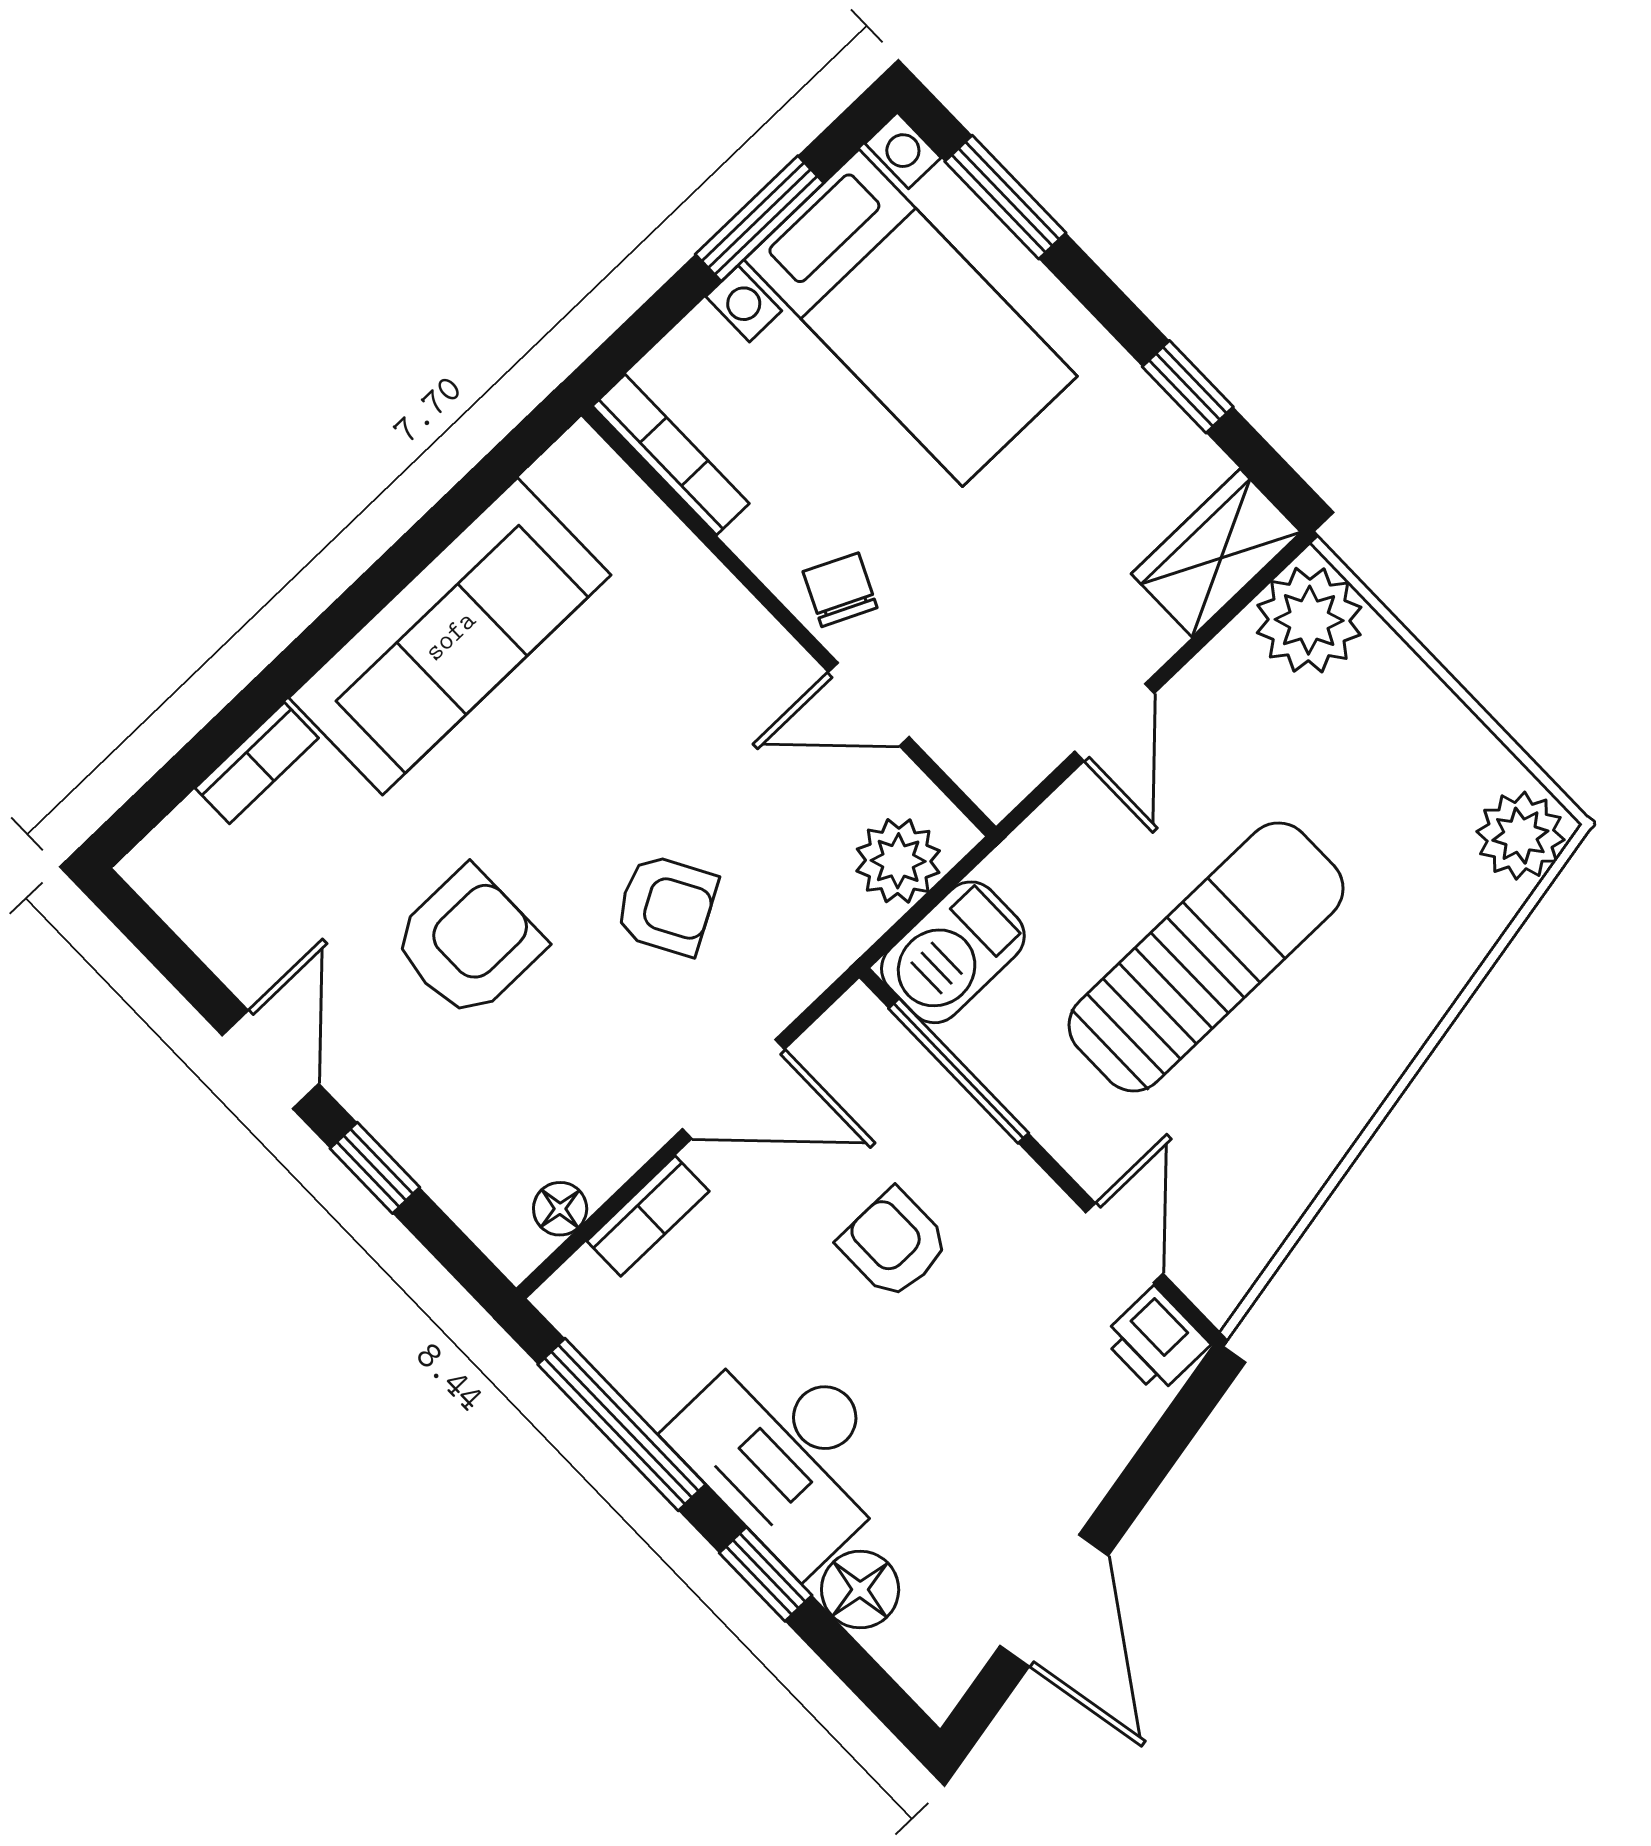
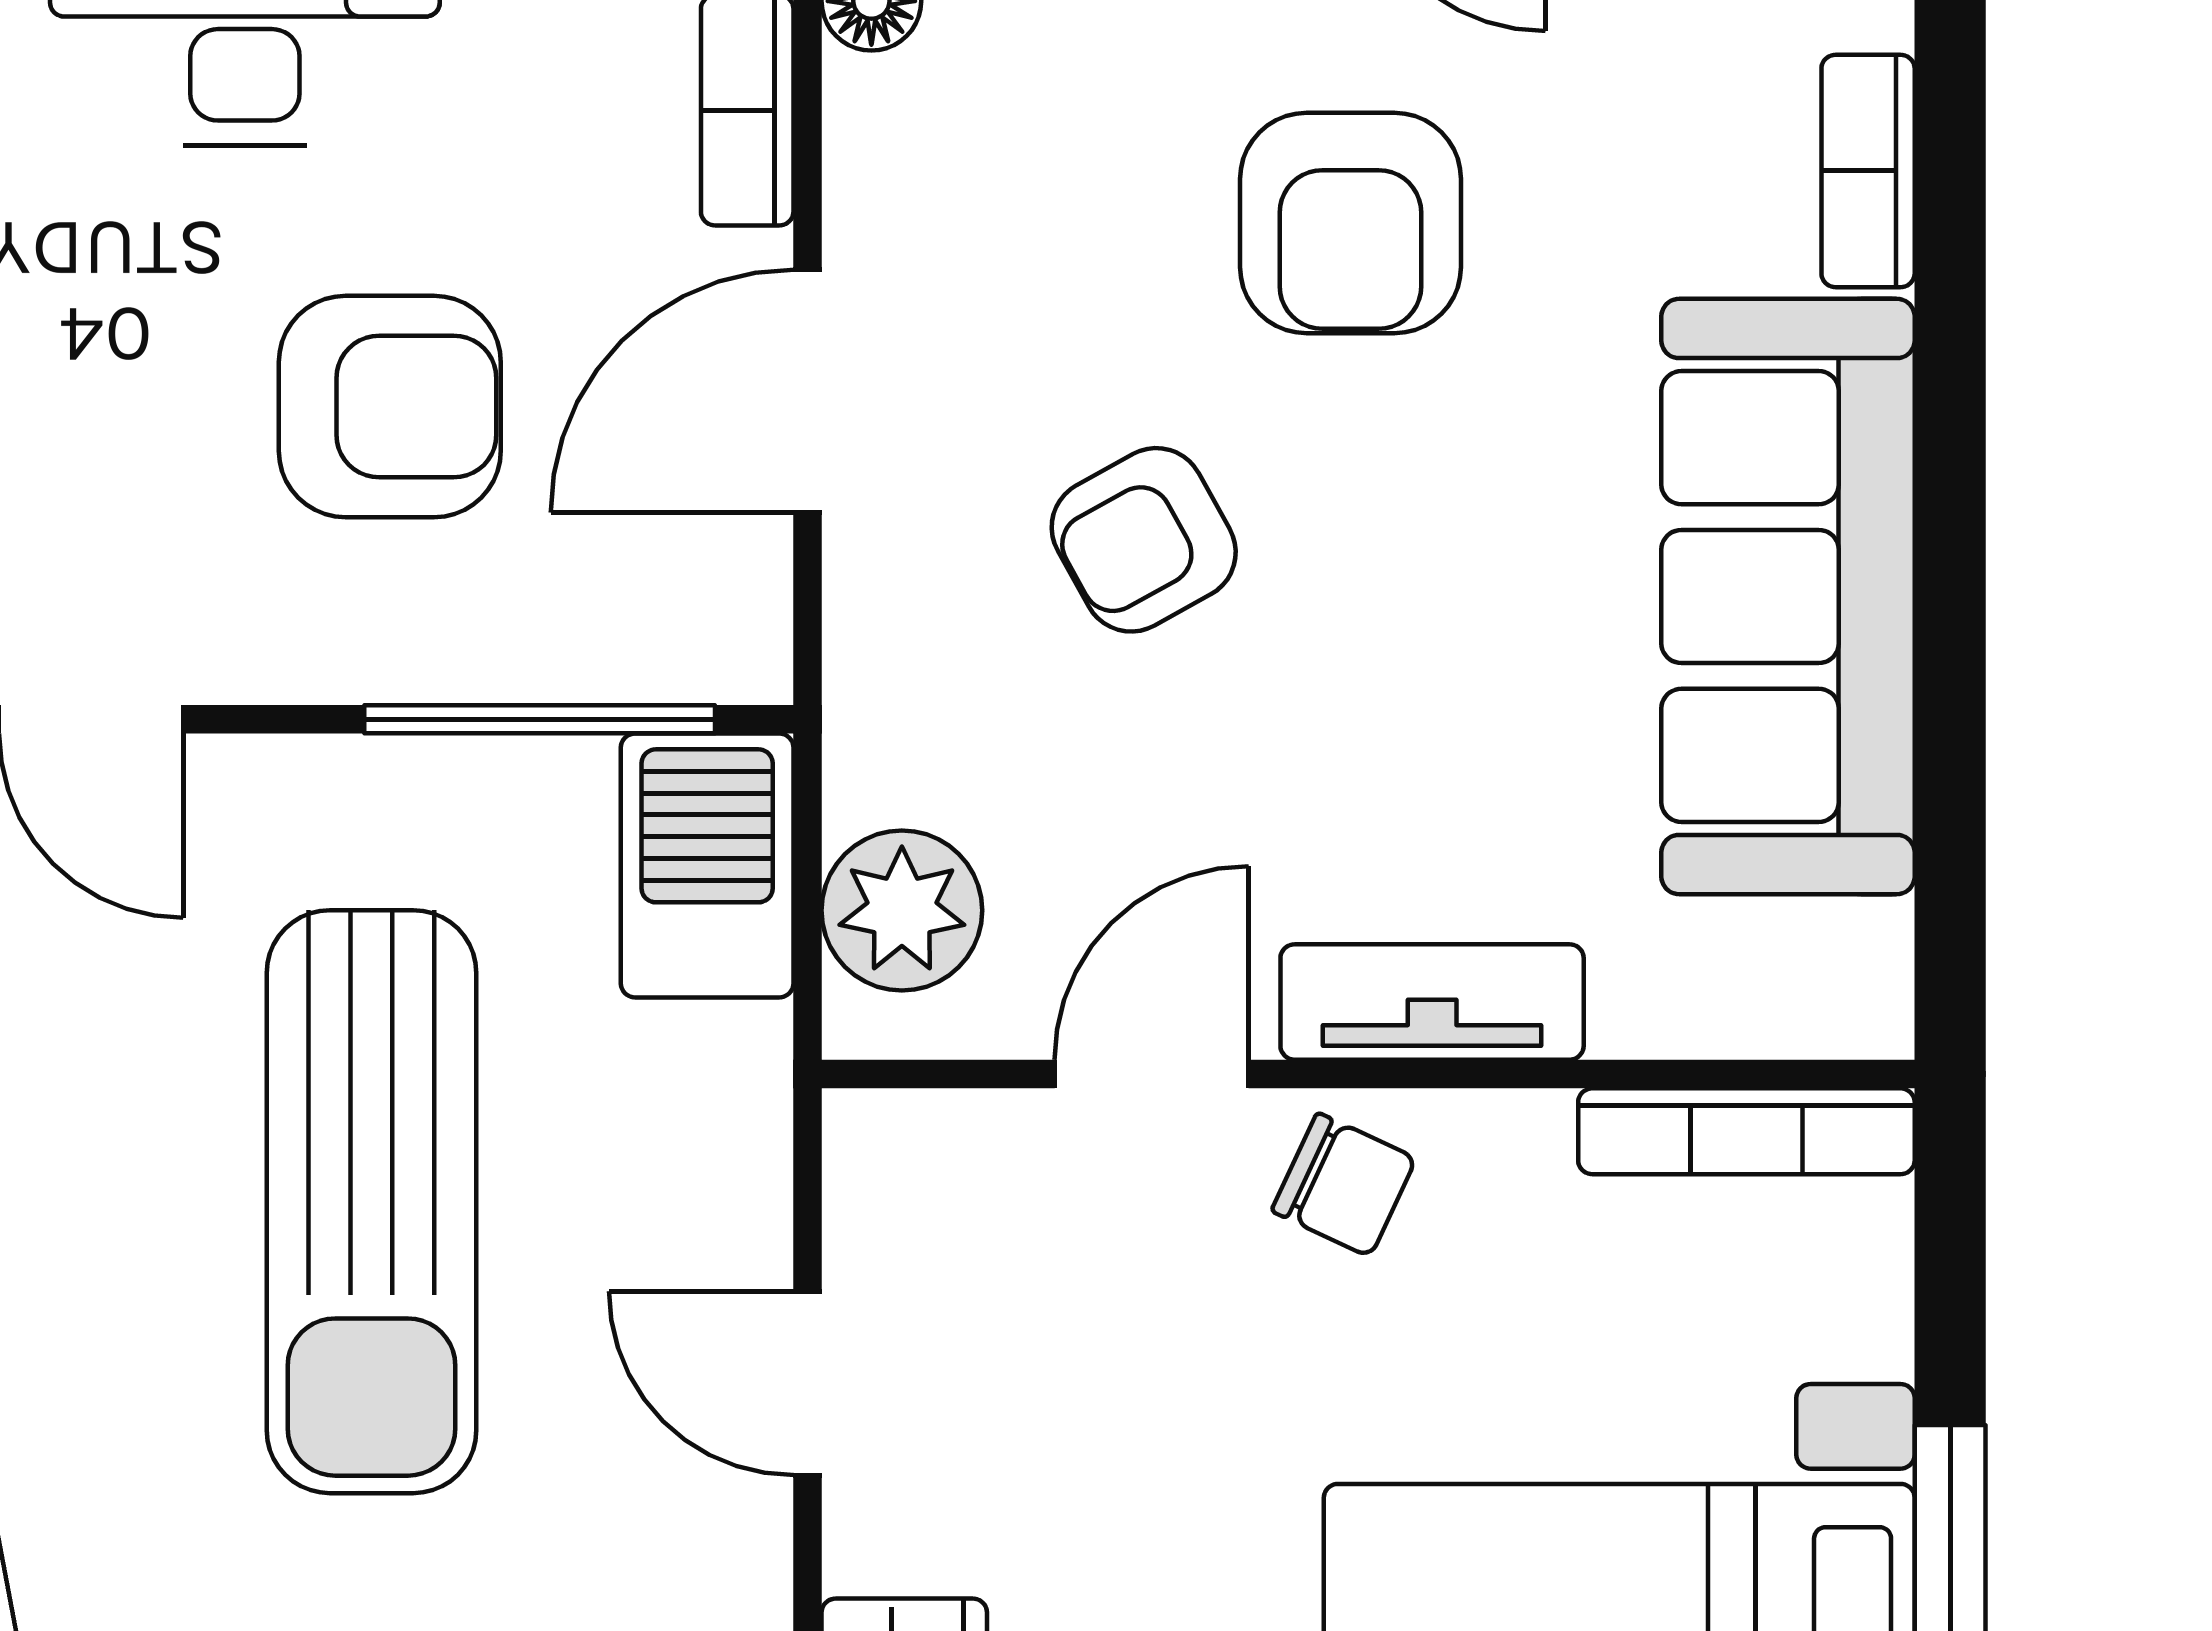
tv unit: (737, 623) -> (1432, 1002), added
armchair: (894, 1244) -> (390, 407), width x1.38, depth x1.38

